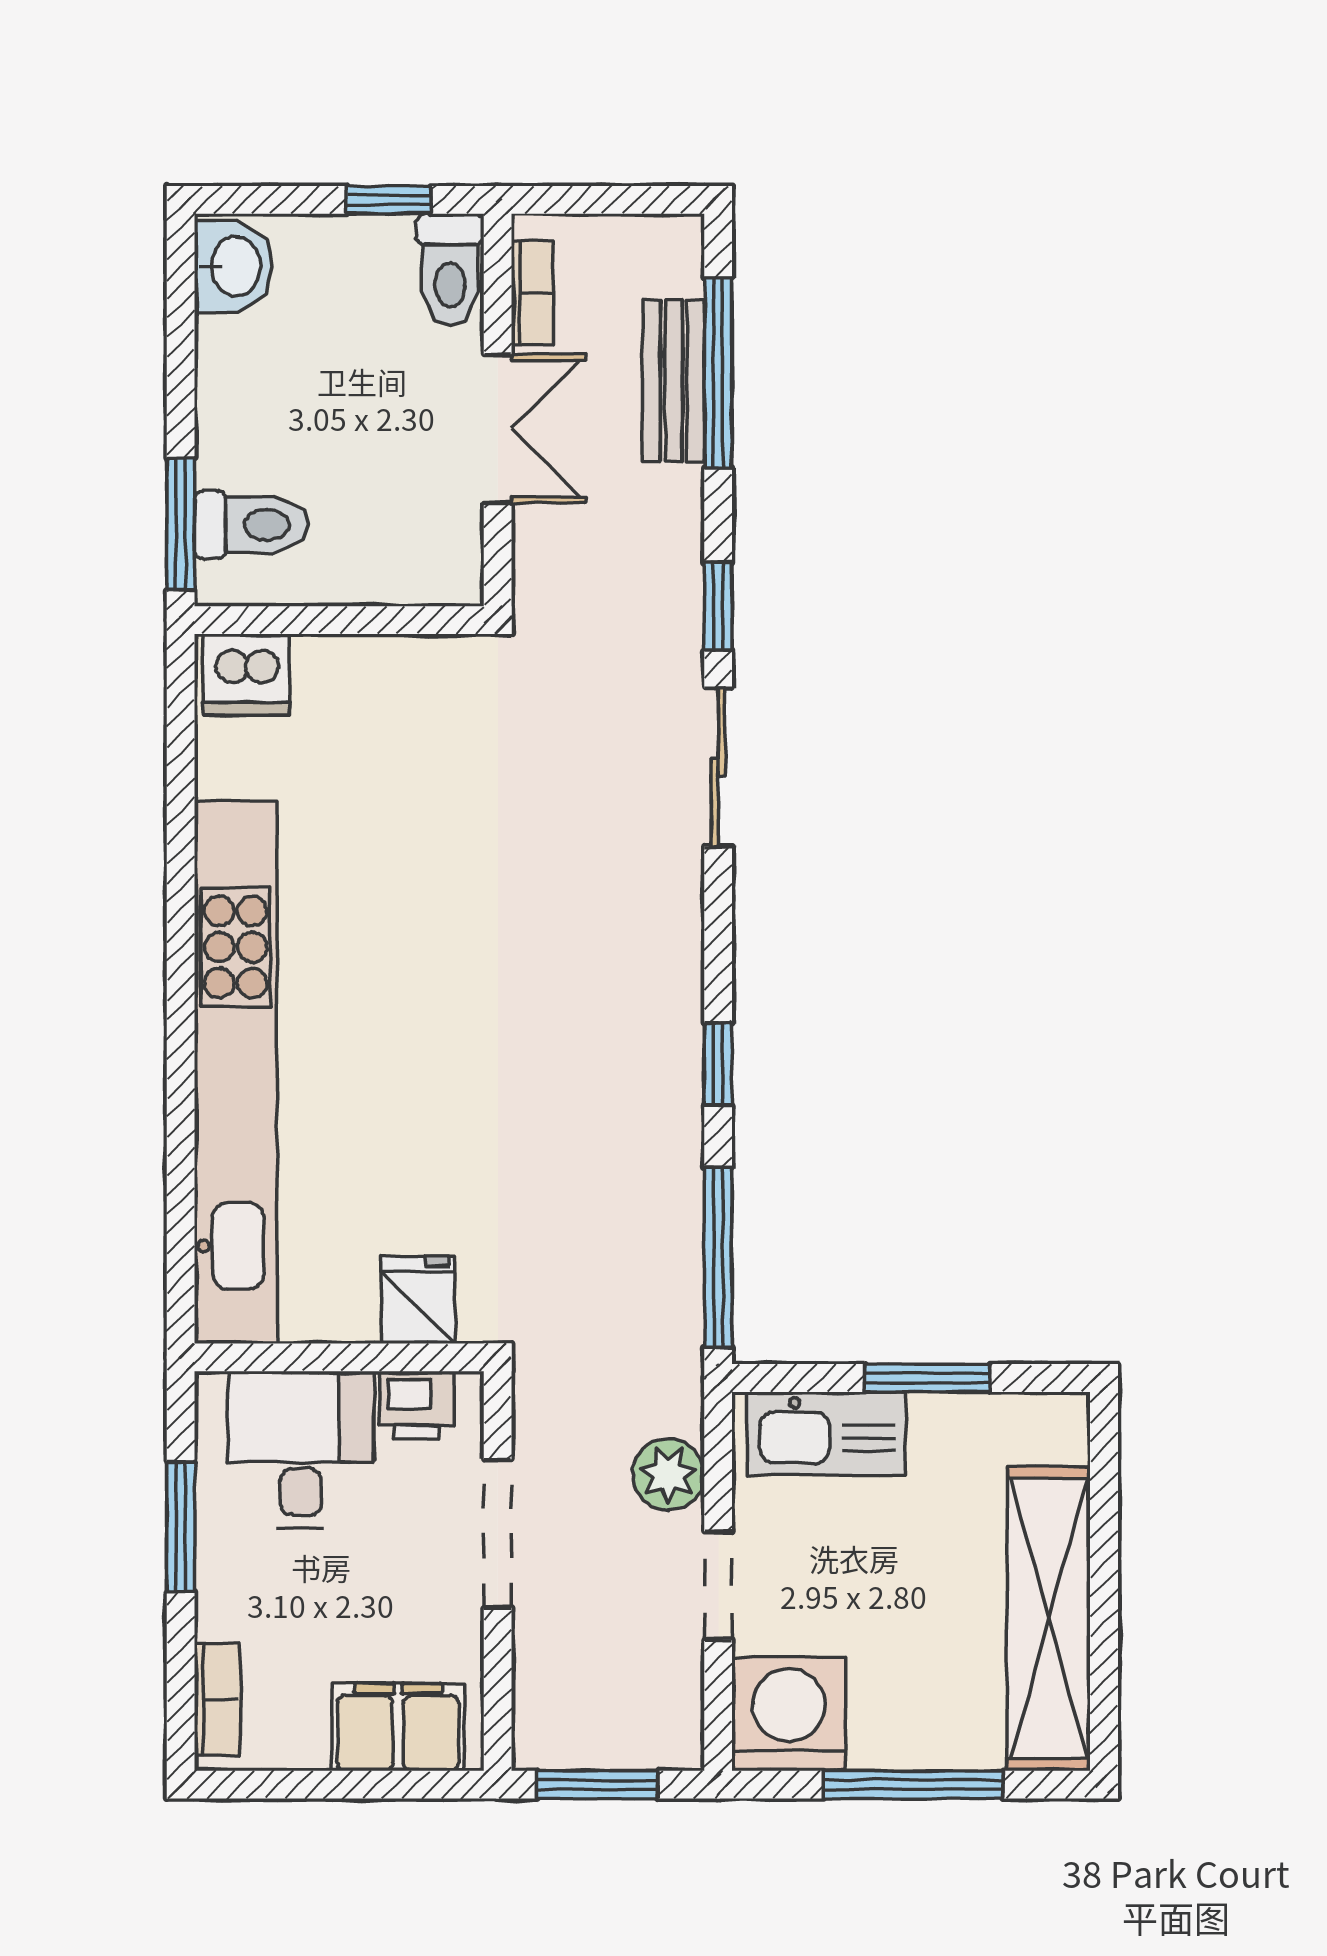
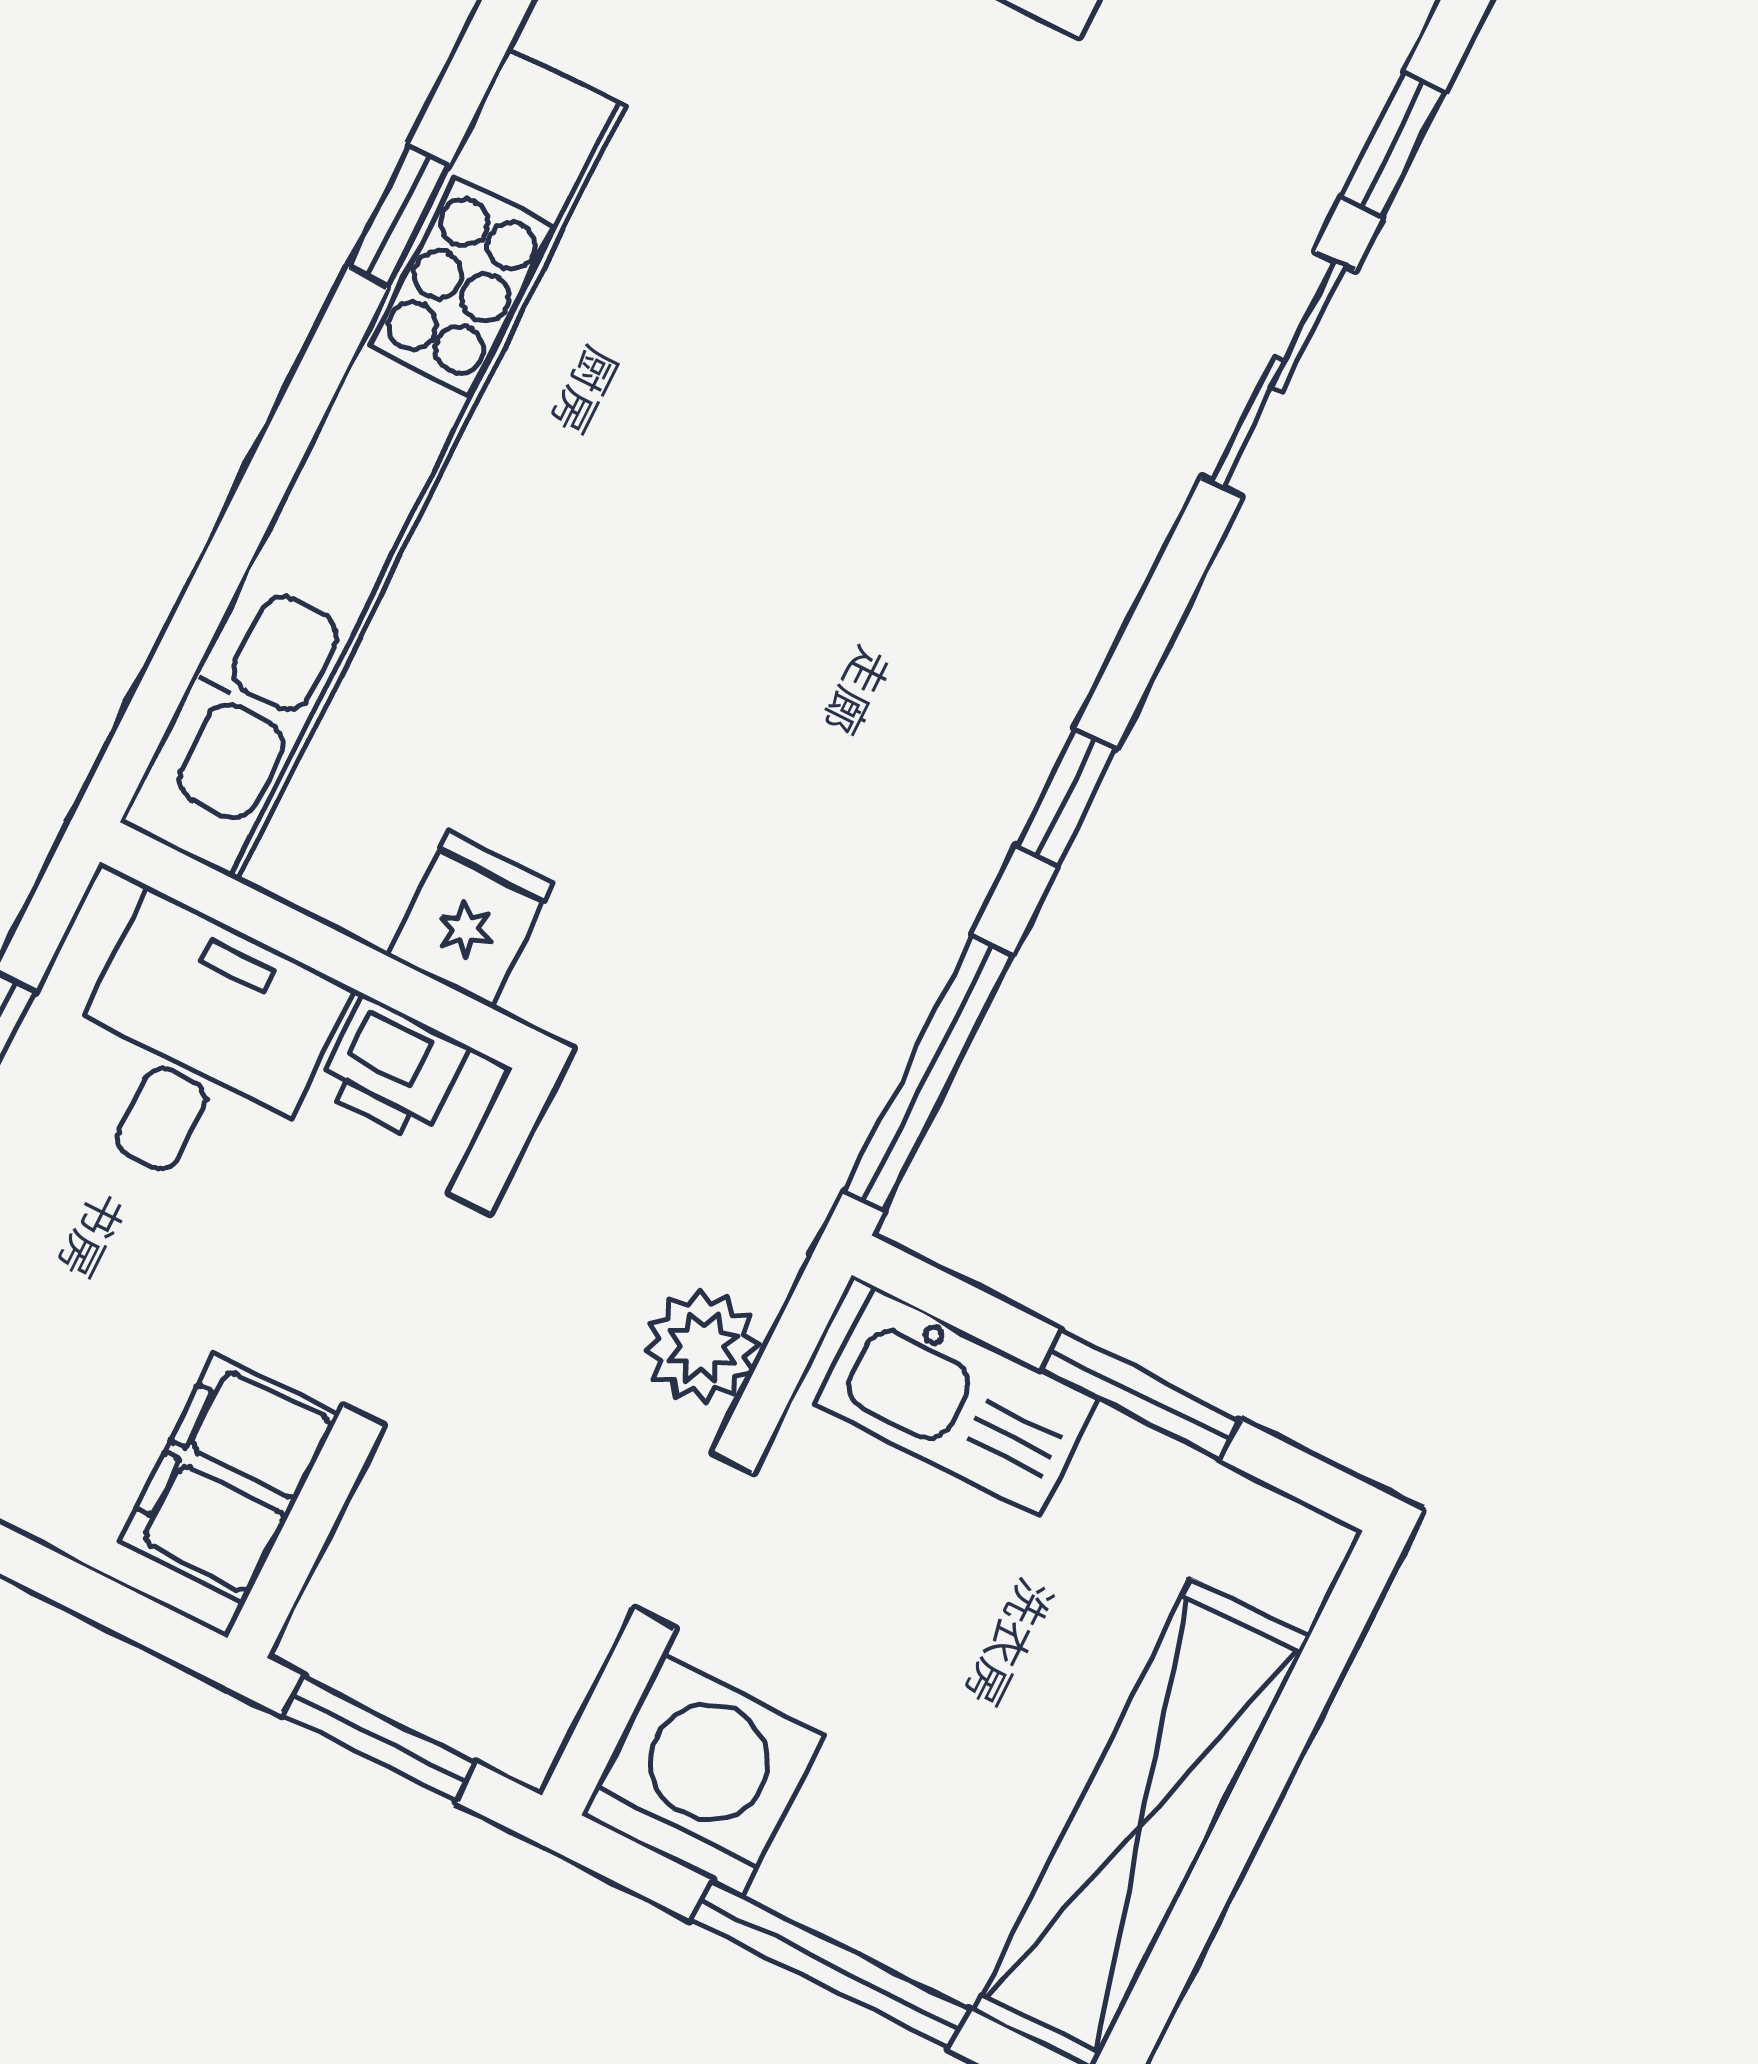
window: (181, 926) -> (399, 216), added
filing cabinet: (398, 1727) -> (230, 1478), moved, turned -90

